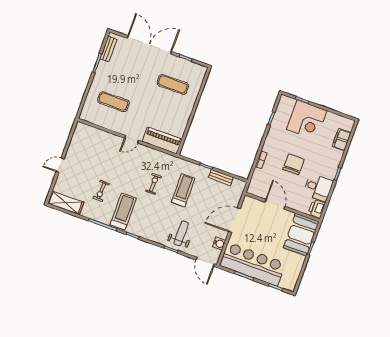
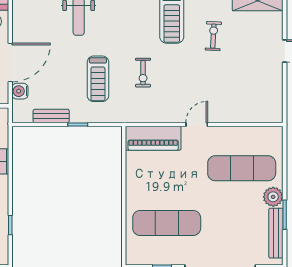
bench: (108, 49) -> (276, 233), width x1.36
plant: (100, 77) -> (273, 197), added
exercise mat: (173, 84) -> (167, 223), width x1.36, depth x1.45
exercise mat: (113, 102) -> (242, 168), width x1.36, depth x1.45
water cooler: (219, 244) -> (20, 91), moved

